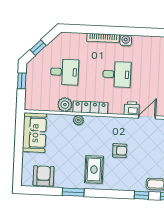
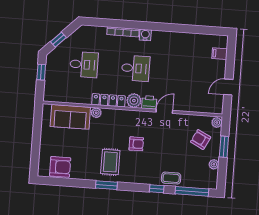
plant: (65, 105) -> (134, 101), moved
sofa: (34, 133) -> (70, 117), moved, turned 90
armchair: (43, 176) -> (60, 167), turned 90
window: (73, 192) -> (106, 185), moved

